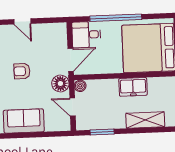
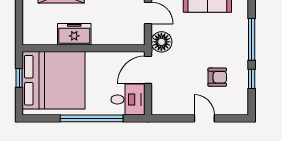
armchair: (22, 71) -> (217, 77), moved
boiler: (80, 86) -> (138, 38), removed

